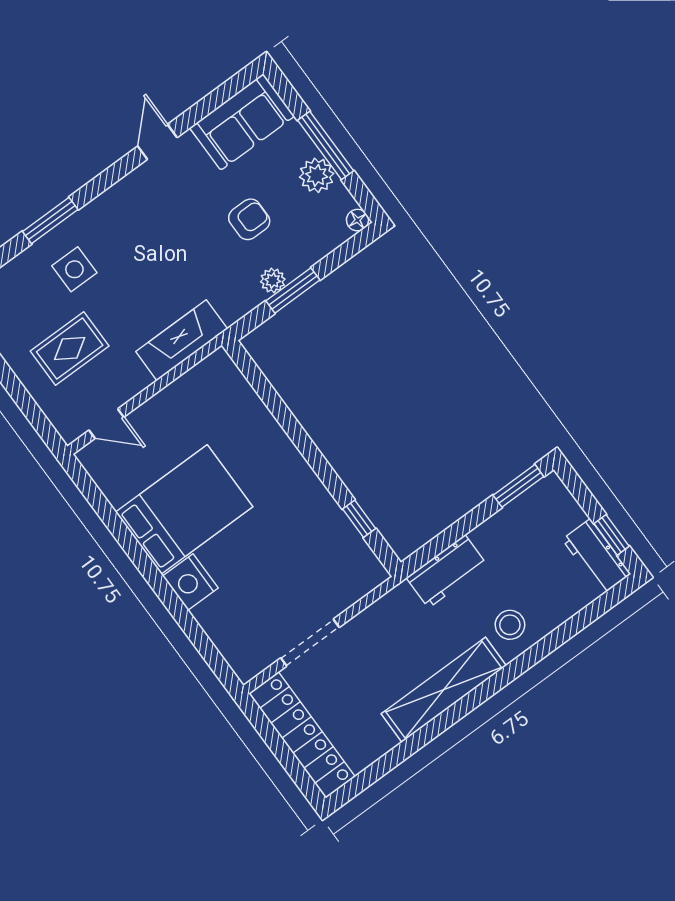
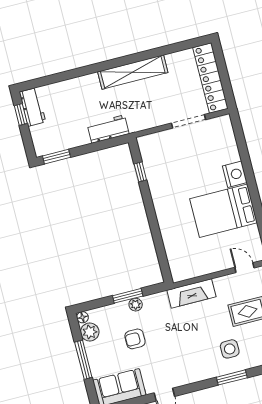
plant: (317, 175) -> (90, 332), moved
stool: (510, 625) -> (88, 91), removed

